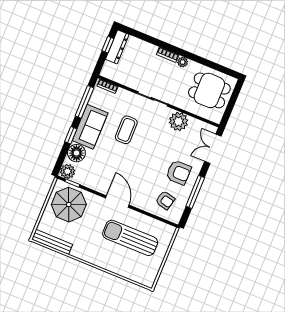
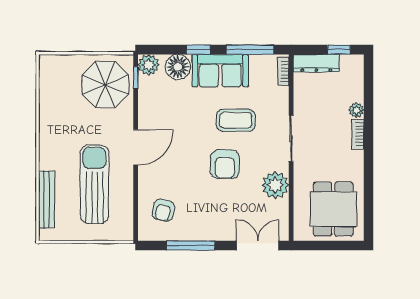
dresser: (117, 47) -> (316, 63), moved
plant: (183, 62) -> (356, 110), moved
armchair: (179, 172) -> (225, 164), moved
bench: (52, 242) -> (47, 200), moved

